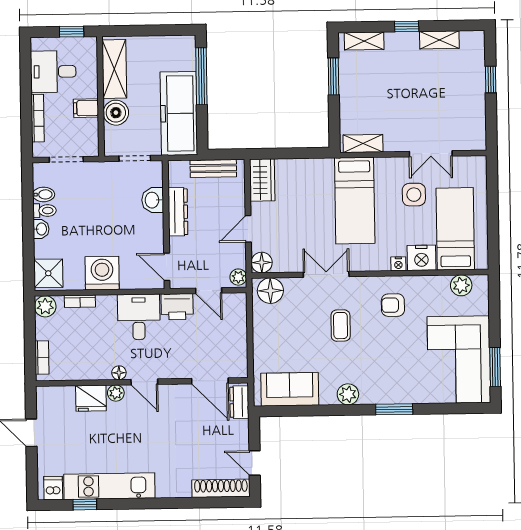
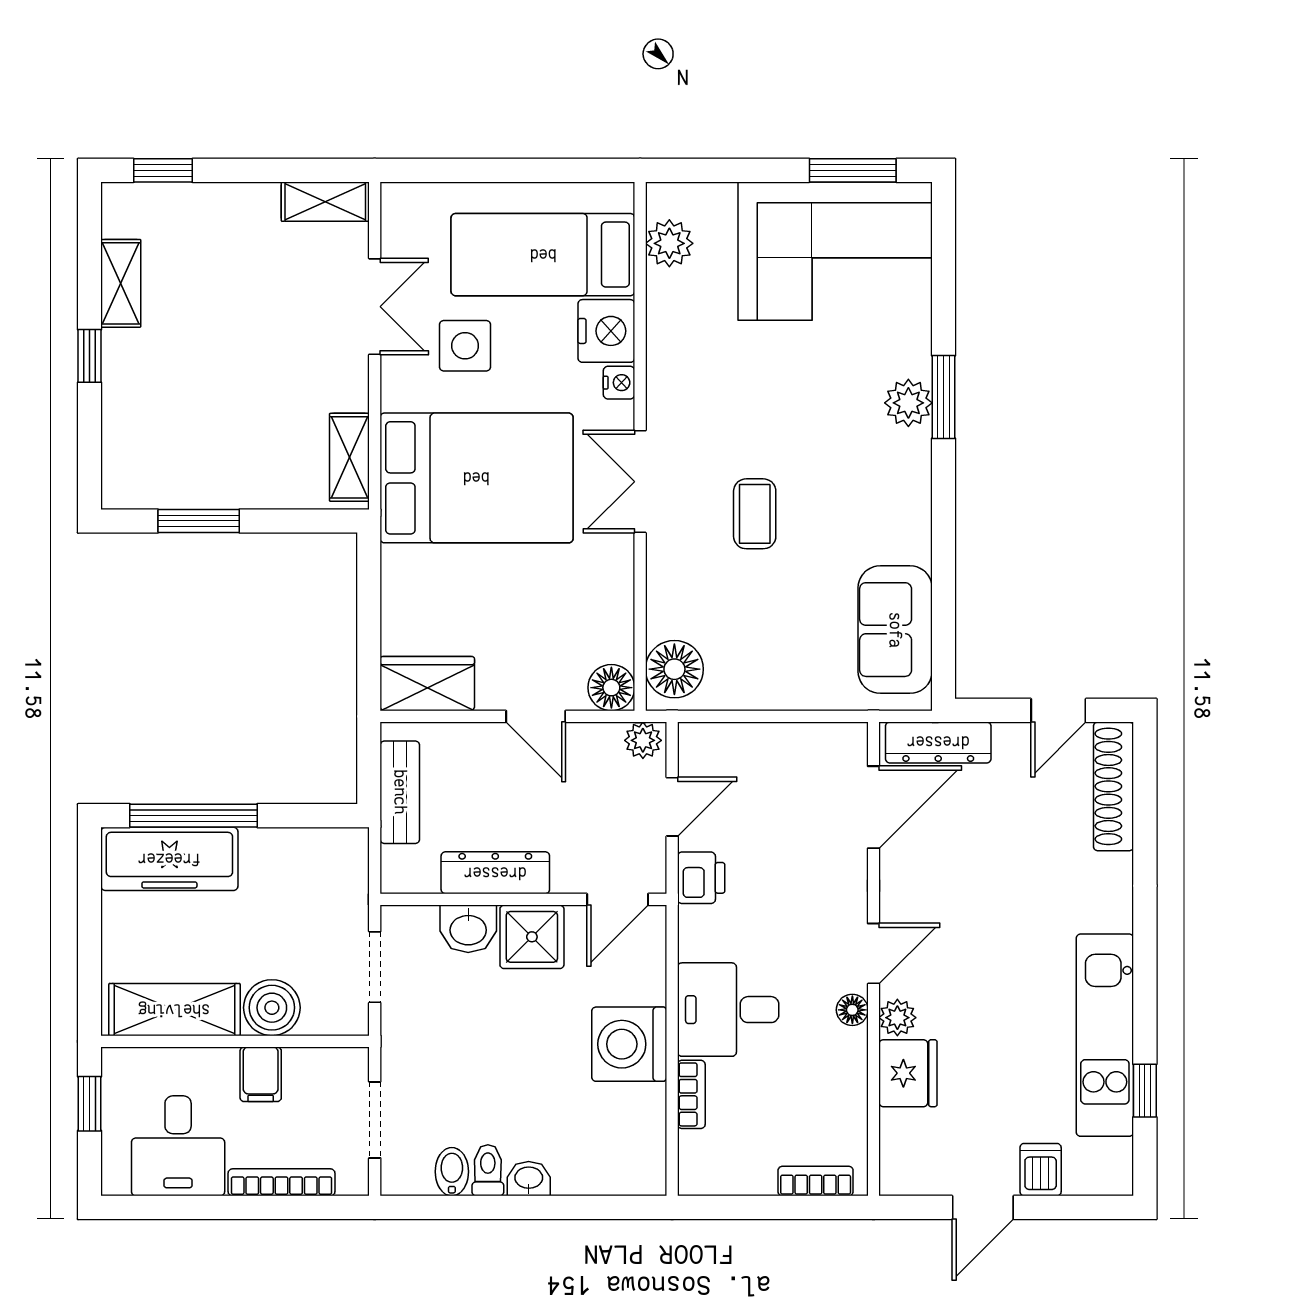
shelving: (364, 41) -> (325, 202), moved, turned 90
window: (491, 79) -> (163, 170), moved
freezer: (179, 113) -> (169, 859), moved, width x0.73, depth x0.79
bed: (355, 201) -> (476, 478), width x1.50
shower: (48, 273) -> (532, 937), moved
double door: (326, 274) -> (640, 482), moved
armchair: (393, 305) -> (711, 396), removed
plant: (45, 306) -> (702, 1172), removed
printer: (177, 307) -> (701, 878), width x0.73, depth x0.81
desk: (139, 317) -> (728, 1010), moved
coffee table: (341, 326) -> (755, 514), turned 90
plant: (348, 394) -> (908, 403), moved
dresser: (239, 402) -> (938, 742), width x1.44
dishwasher: (53, 488) -> (1041, 1170), moved, turned 90

